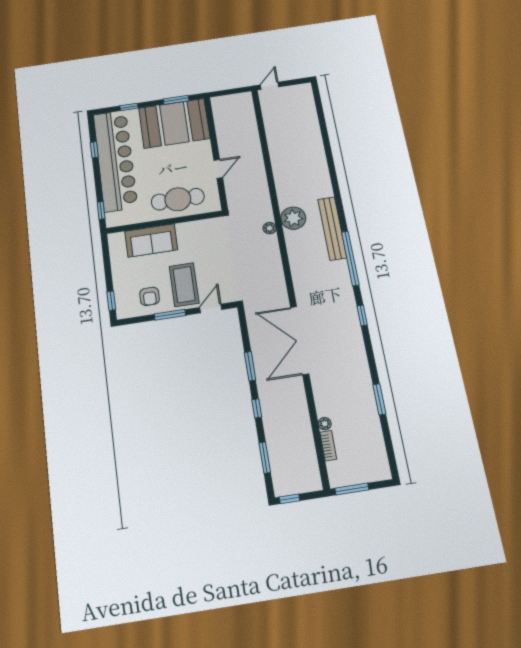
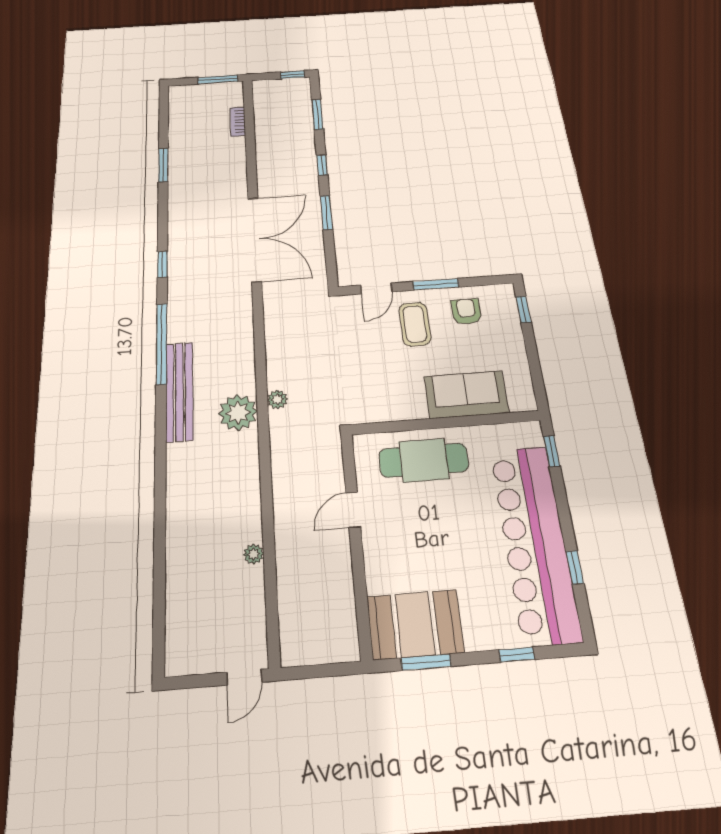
booth: (174, 123) -> (415, 624), width x0.73, depth x0.70
coffee table: (184, 285) -> (415, 324), width x0.73, depth x0.76
plant: (325, 424) -> (254, 554), moved

